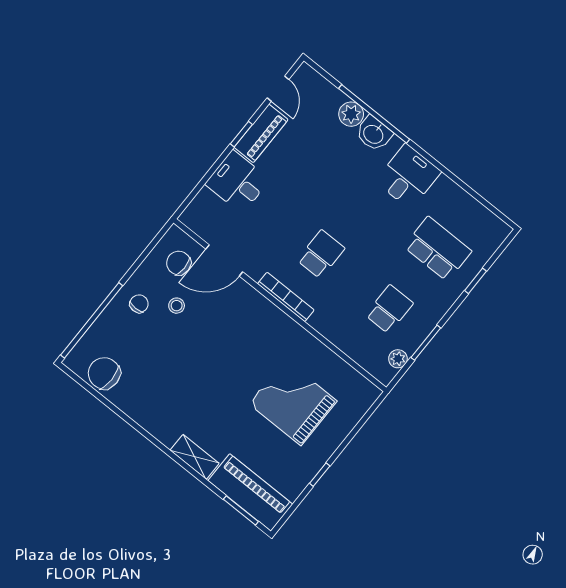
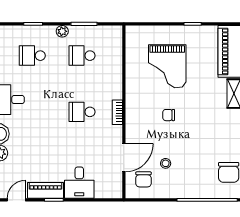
school desk: (438, 249) -> (32, 56), width x0.54
door: (224, 260) -> (124, 158), hinge flipped
bookcase: (286, 297) -> (117, 112), width x0.64
chair: (139, 304) -> (169, 115), moved
plant: (398, 359) -> (62, 31), moved

